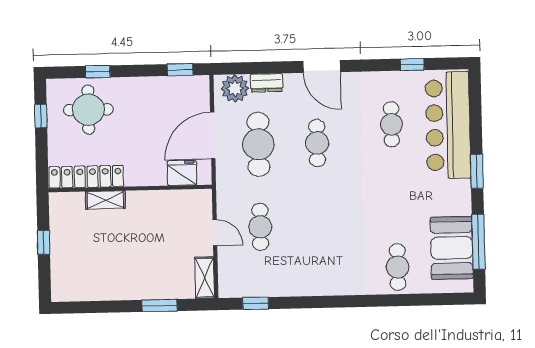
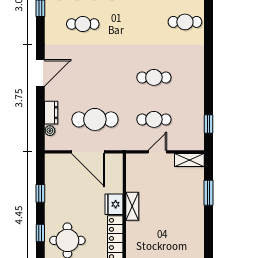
window: (180, 70) -> (40, 193), moved
plant: (235, 88) -> (50, 131), width x0.53, depth x0.53
cafe table: (317, 143) -> (154, 77), moved
fridge: (182, 173) -> (114, 204), moved
shelving: (105, 200) -> (132, 206), moved

